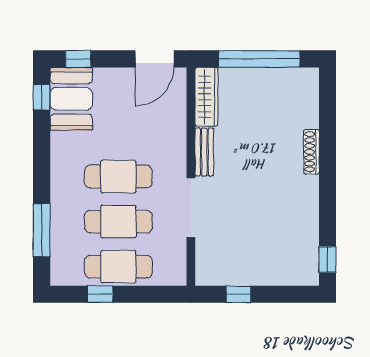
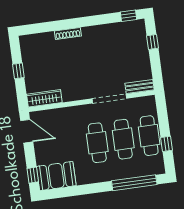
window: (259, 59) -> (18, 71), width x0.32
window: (42, 97) -> (58, 193), removed
bench: (204, 152) -> (140, 87), moved
window: (42, 230) -> (134, 183), width x1.46
window: (238, 294) -> (153, 42), moved

